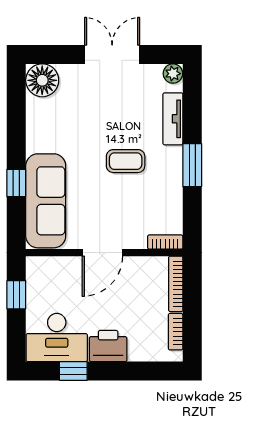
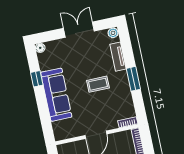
floor lamp: (42, 80) -> (40, 48), width x0.53, depth x0.53
window: (16, 183) -> (37, 79), moved
sofa: (46, 201) -> (56, 95), moved

